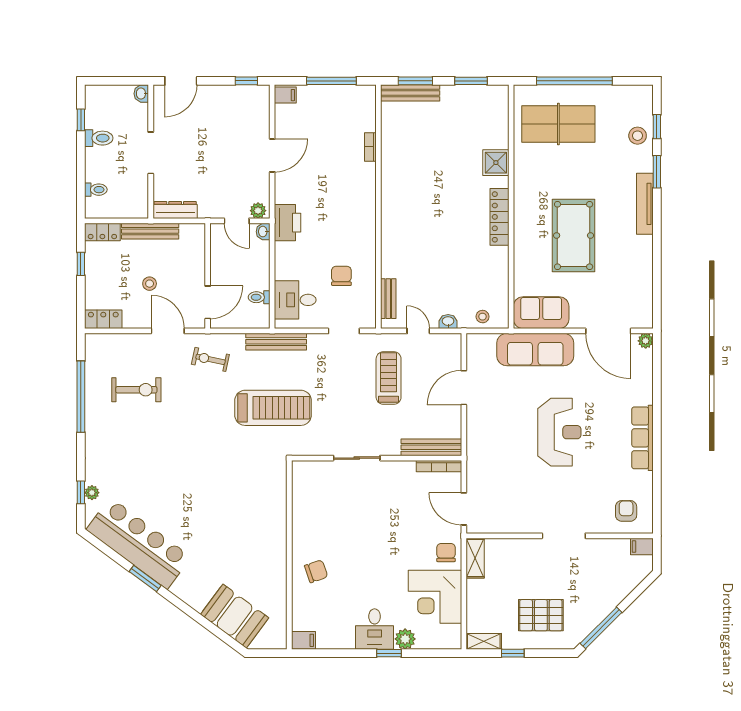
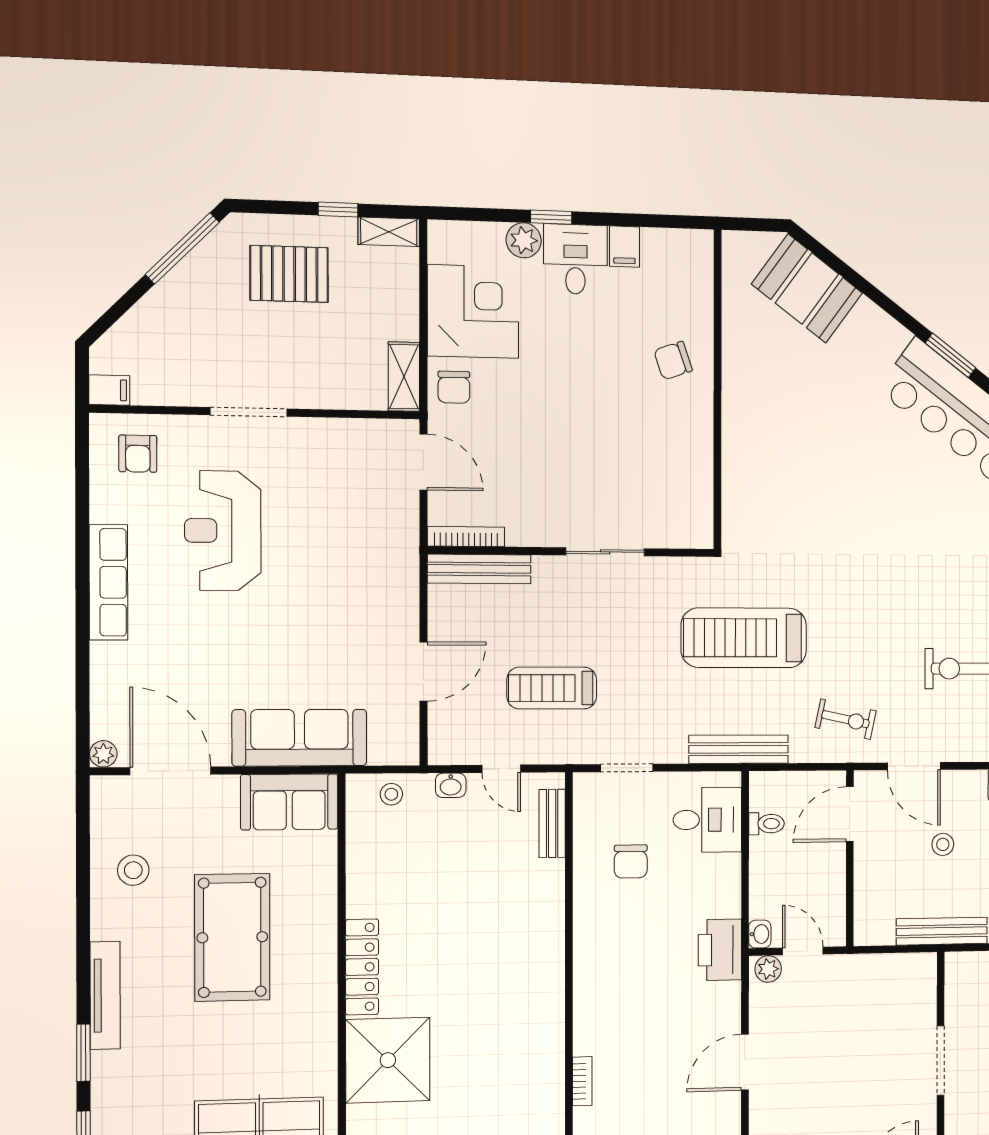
stool: (638, 136) -> (133, 870), moved
shower: (496, 163) -> (388, 1060), width x1.86, depth x1.86
dresser: (175, 210) -> (902, 967), removed
treadmill: (389, 378) -> (552, 688), turned 90
reception desk: (559, 432) -> (223, 531), moved
filing cabinet: (303, 640) -> (624, 247), moved, turned -90

